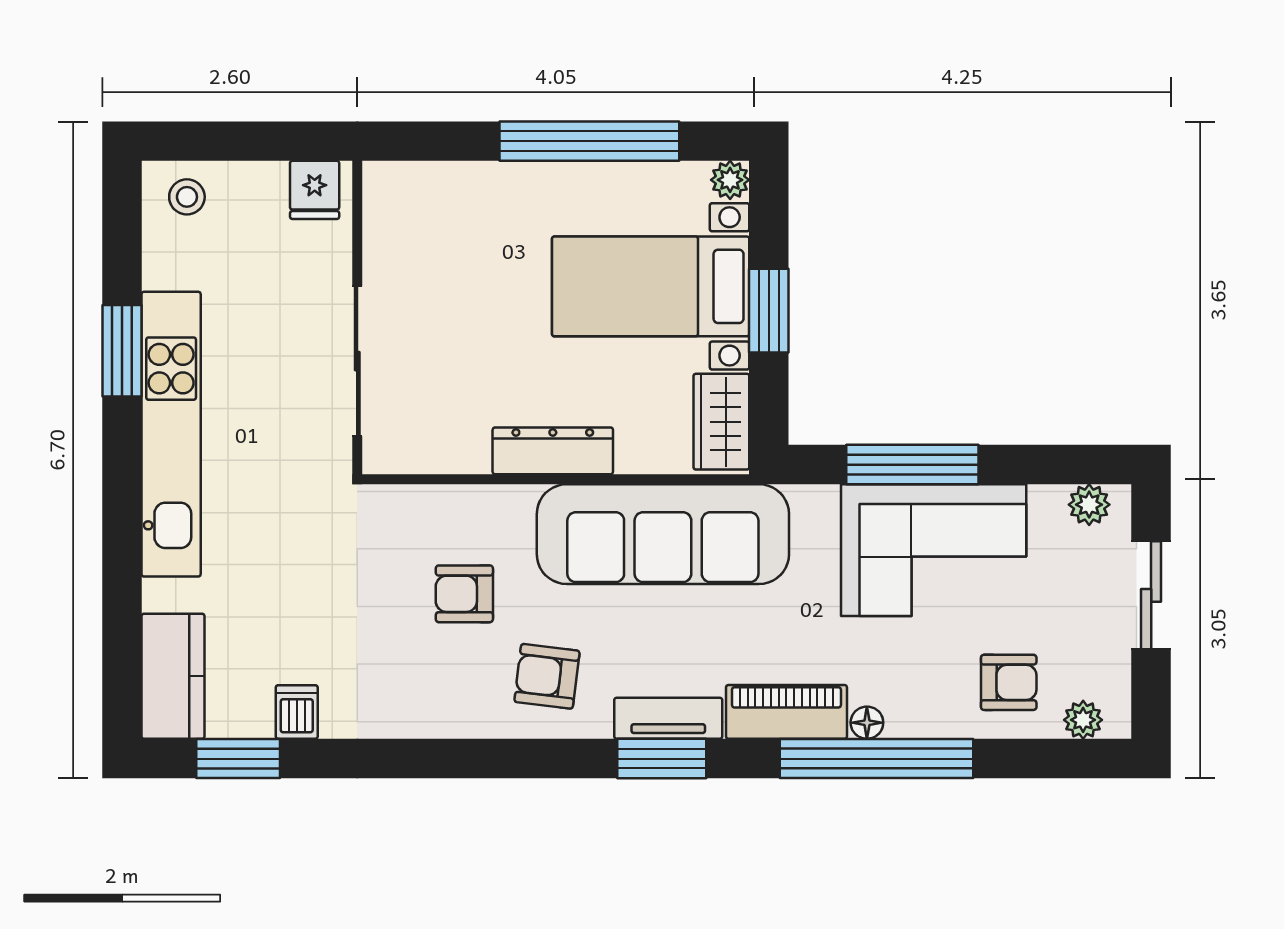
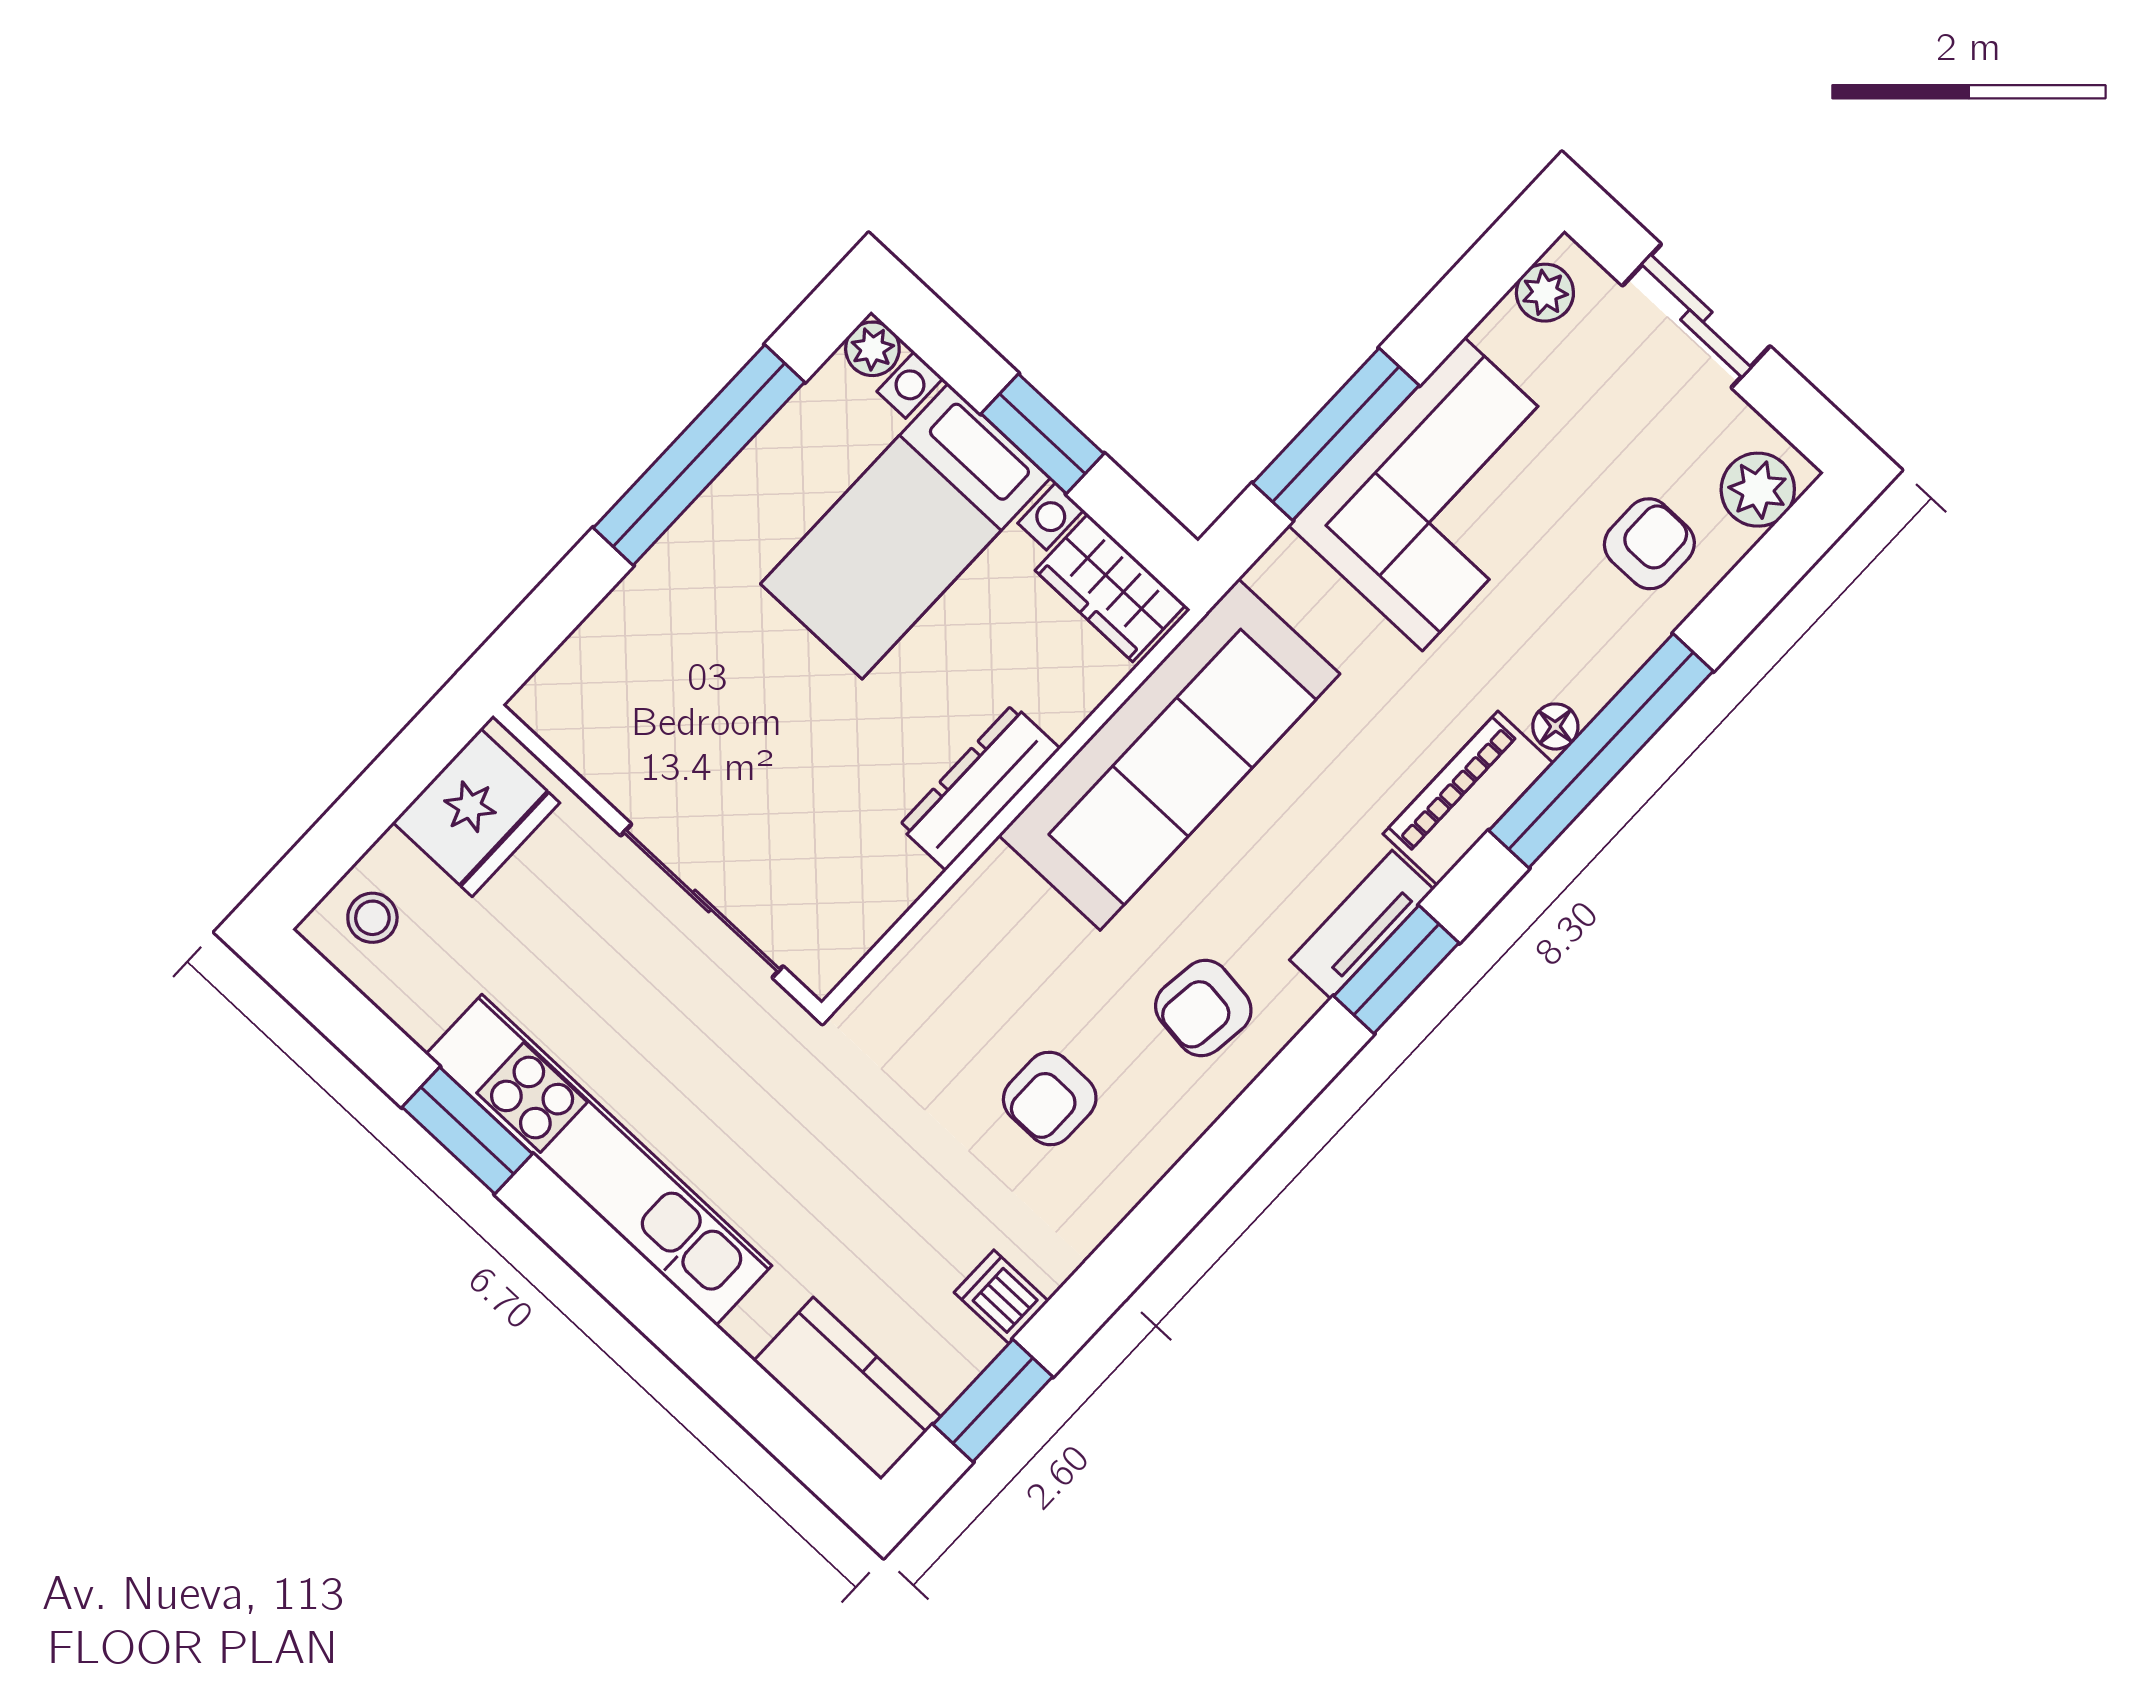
fridge: (315, 190) -> (476, 813), width x1.88, depth x1.34
armchair: (464, 594) -> (1050, 1098), moved
plant: (1083, 720) -> (1758, 490), width x1.38, depth x1.38

